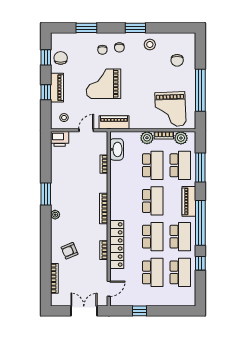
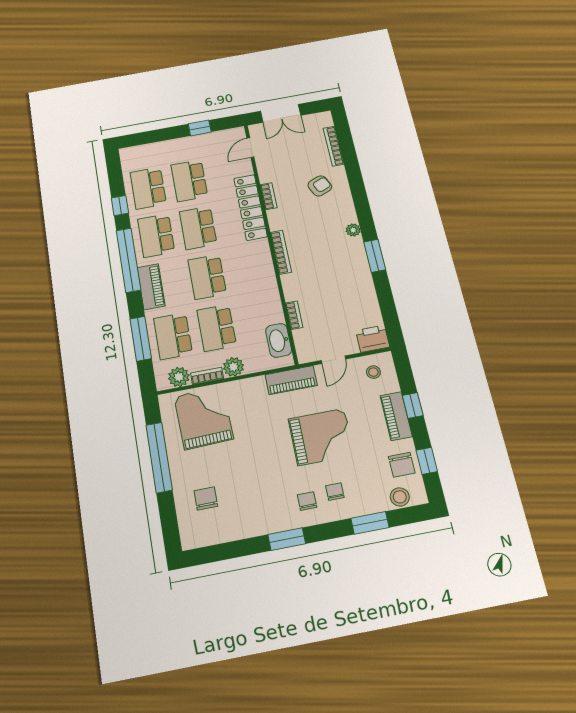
stool: (150, 44) -> (400, 497), moved

